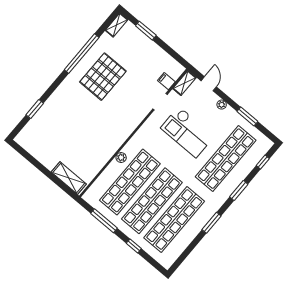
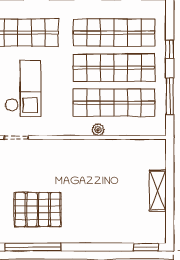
window: (35, 109) -> (146, 247), moved
shelving: (69, 178) -> (158, 191), moved

